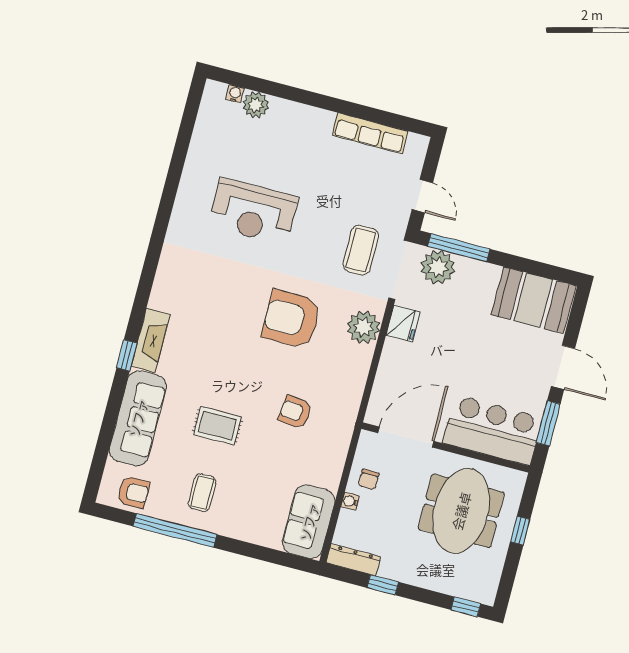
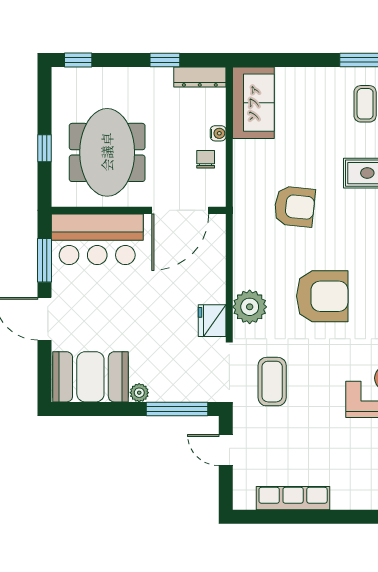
plant: (438, 267) -> (139, 393), moved, width x0.53, depth x0.53
armchair: (295, 412) -> (295, 206), width x1.38, depth x1.38

